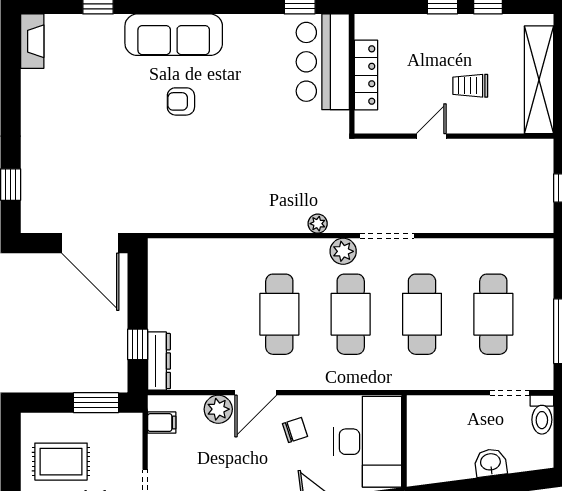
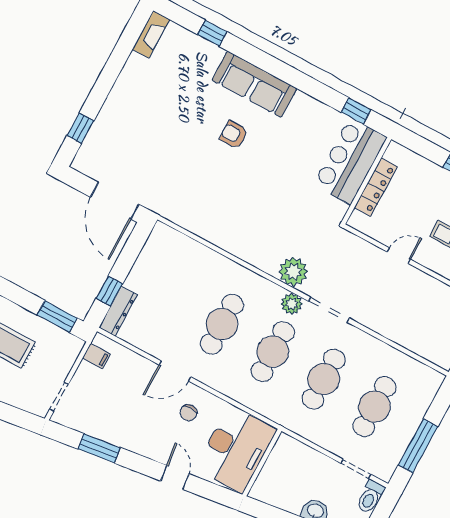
plant: (318, 224) -> (293, 272), width x1.87, depth x1.87
plant: (218, 409) -> (142, 368), removed
chair: (295, 430) -> (189, 413), turned 108

